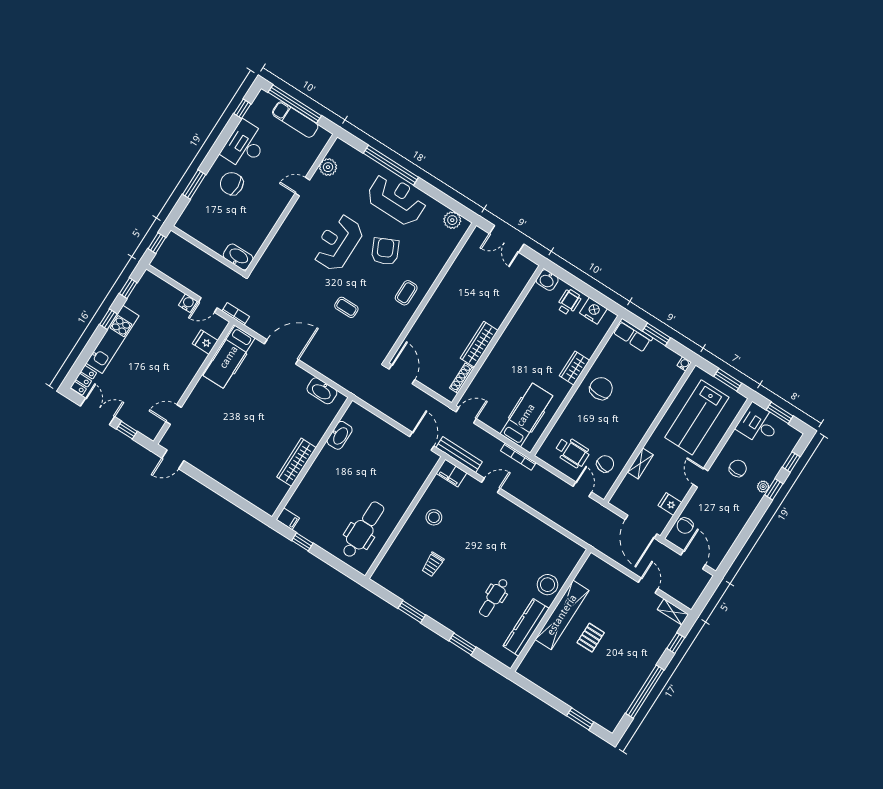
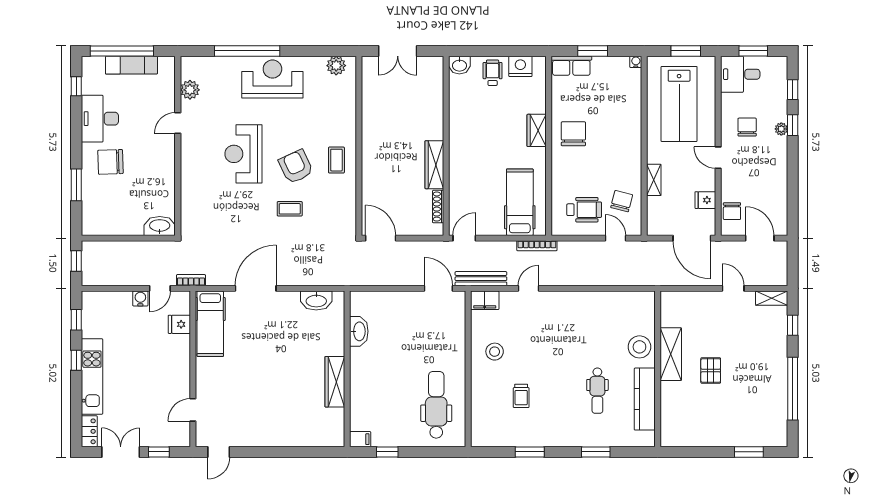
armchair: (385, 251) -> (296, 167), moved
shelving: (562, 615) -> (671, 354), width x0.68

